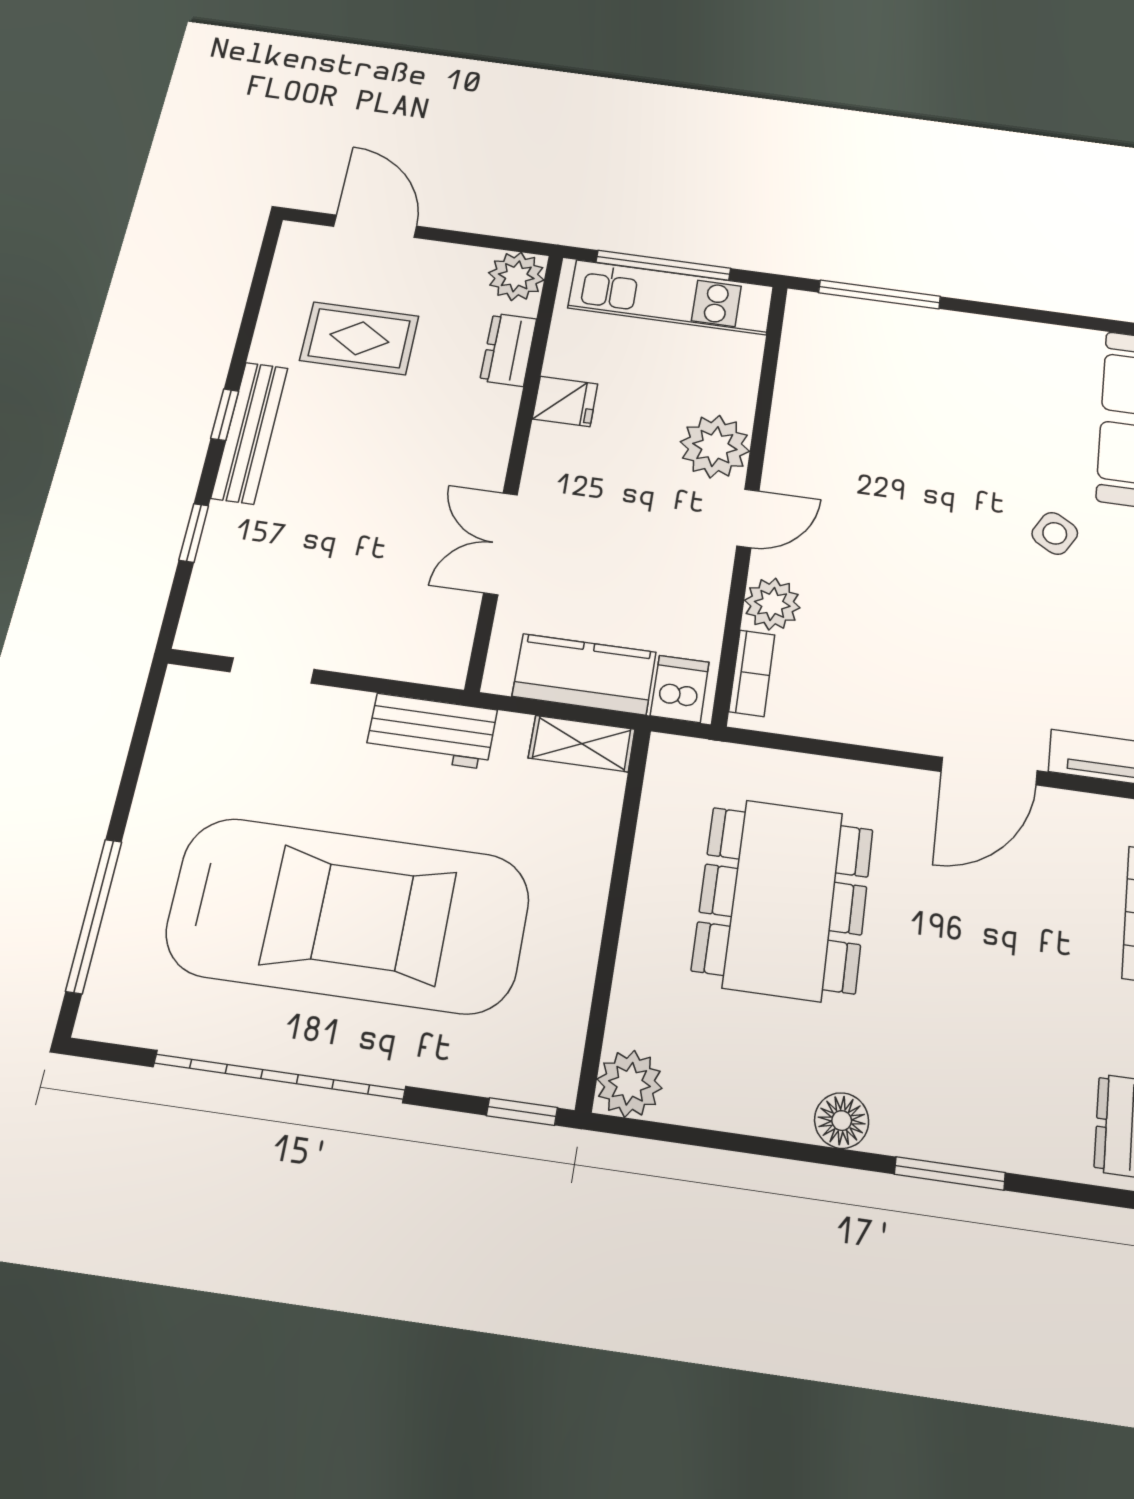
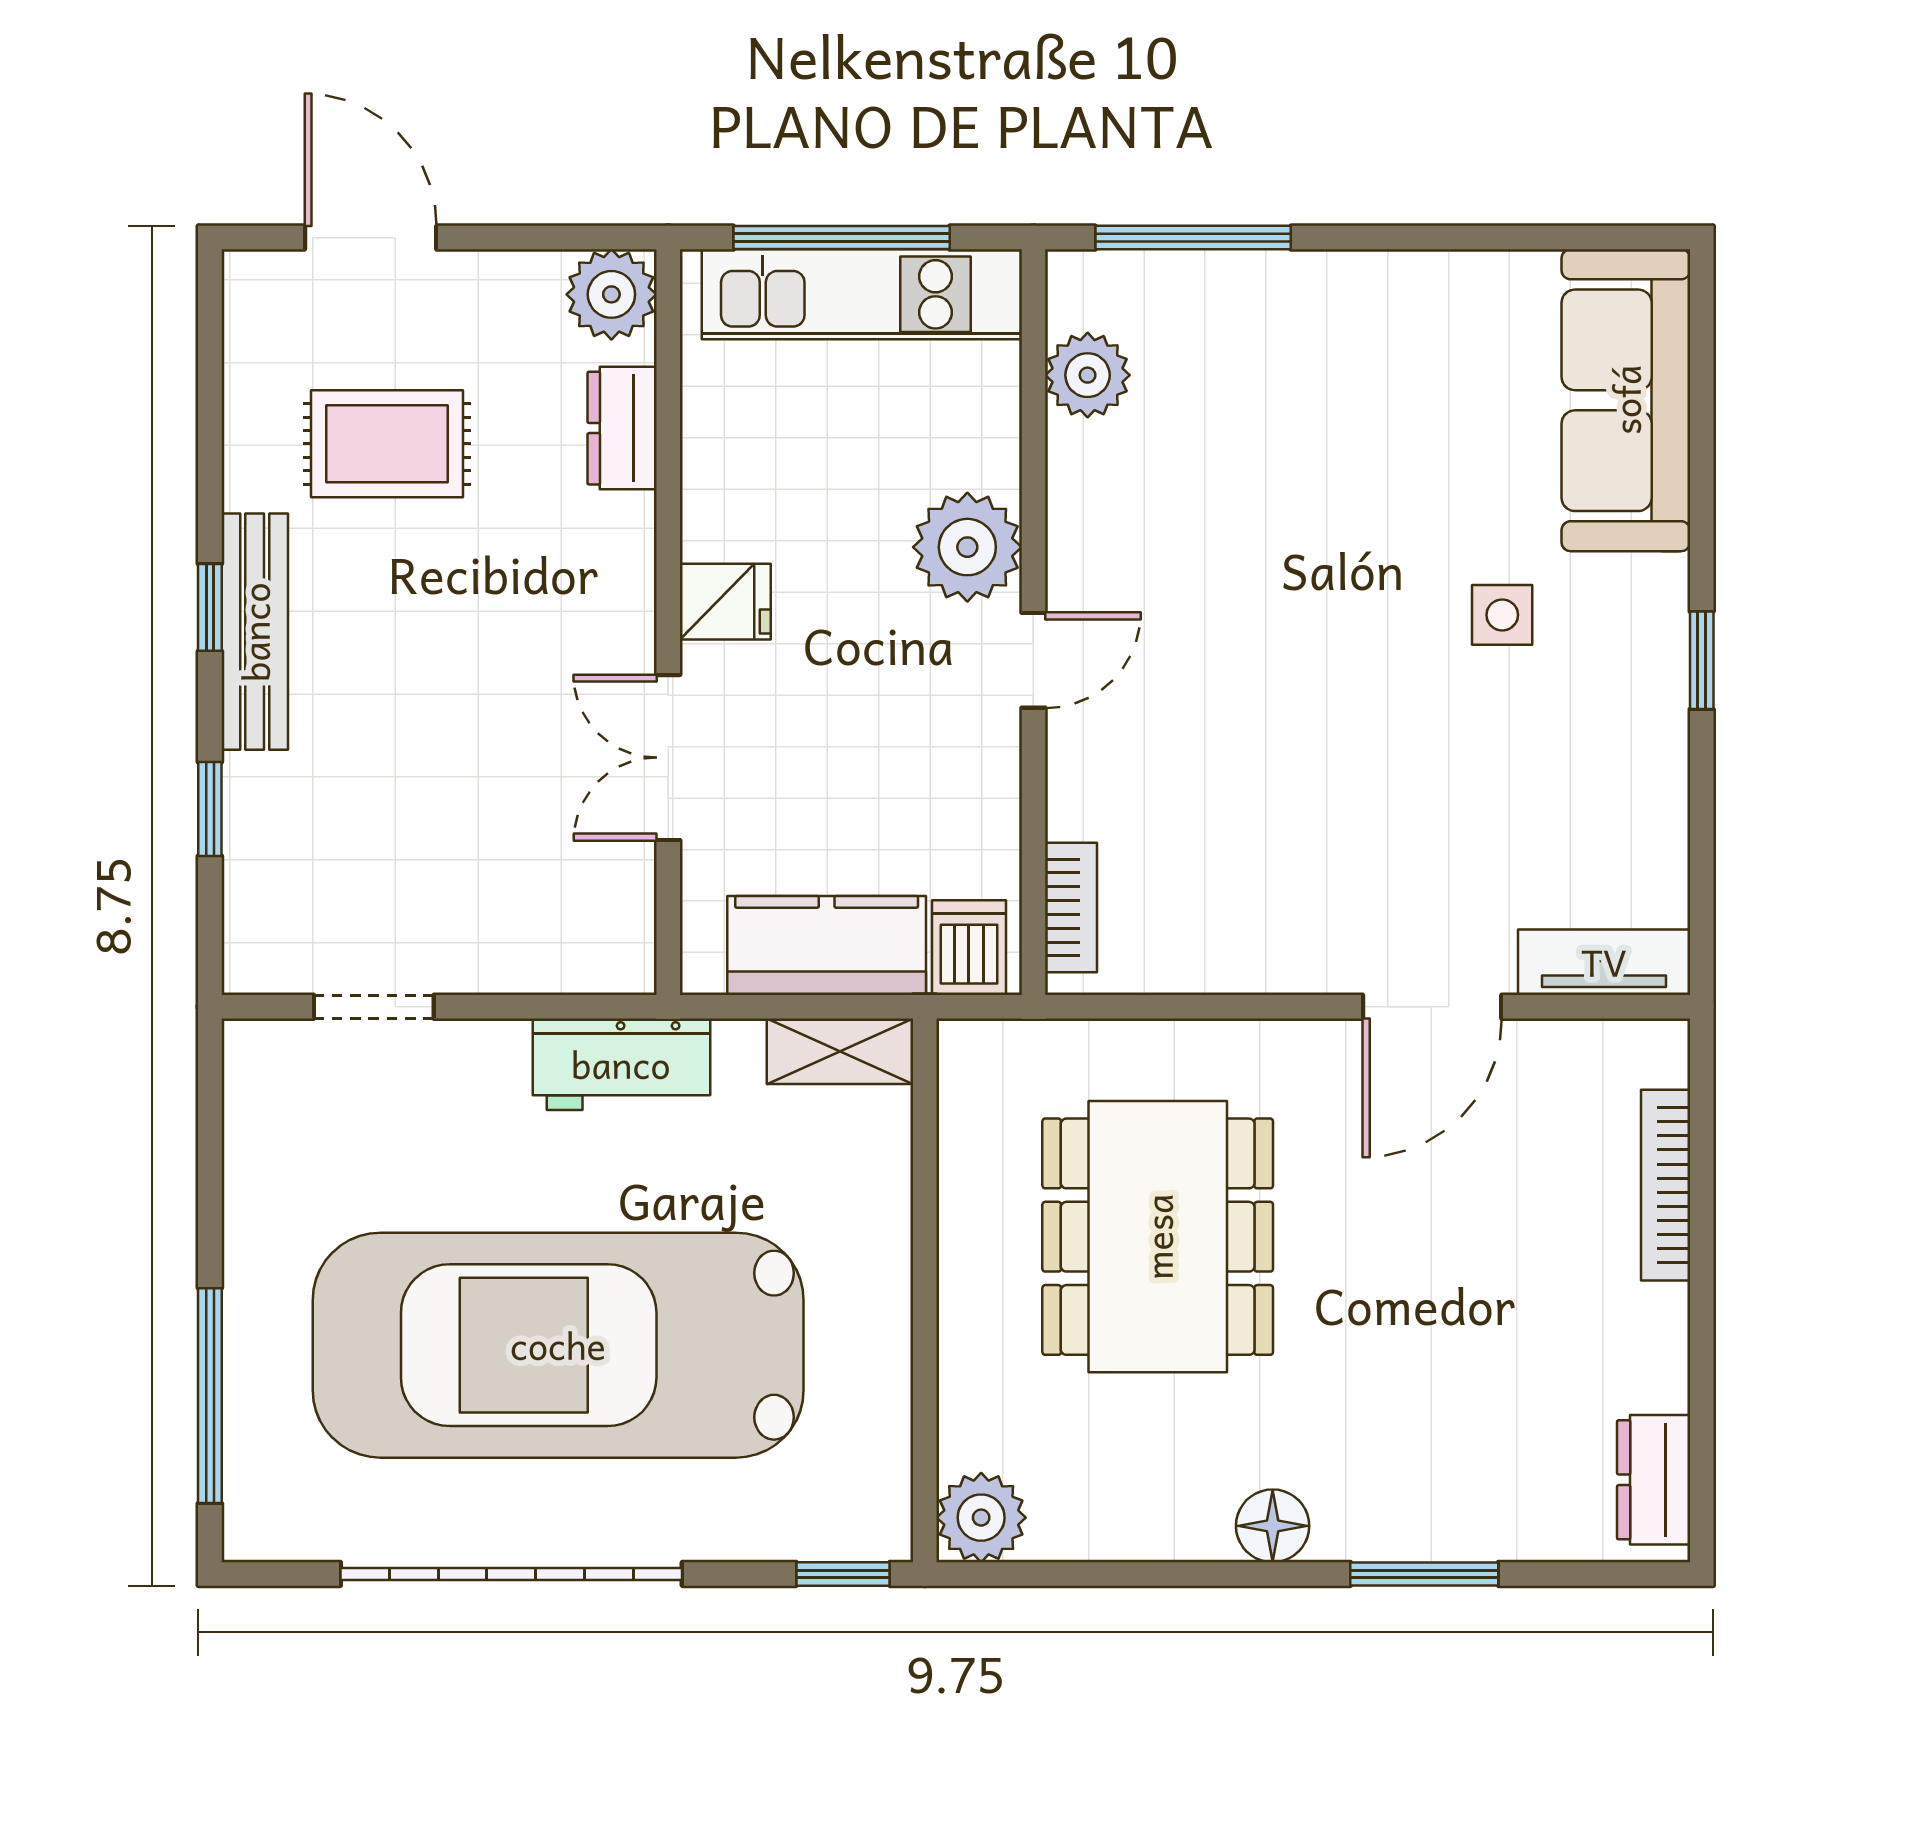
fridge: (565, 401) -> (725, 602), moved
side table: (1055, 533) -> (1502, 615), turned -31
plant: (772, 604) -> (1088, 375), moved
car: (348, 915) -> (558, 1345), turned 180

